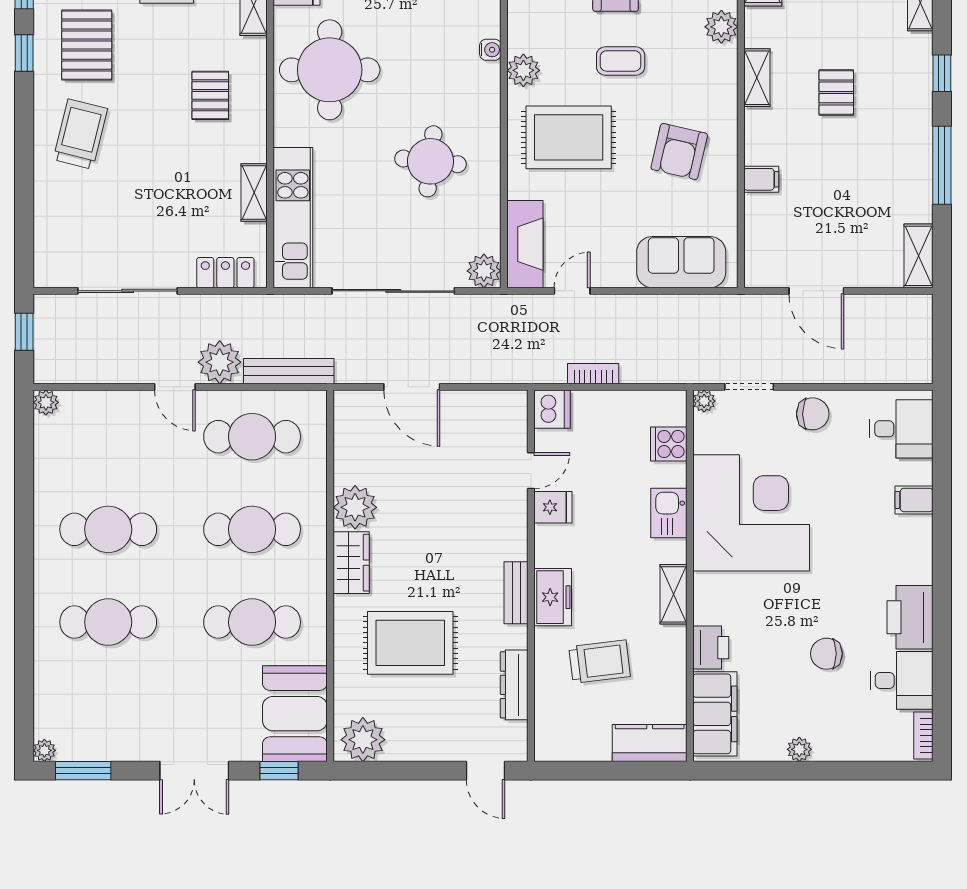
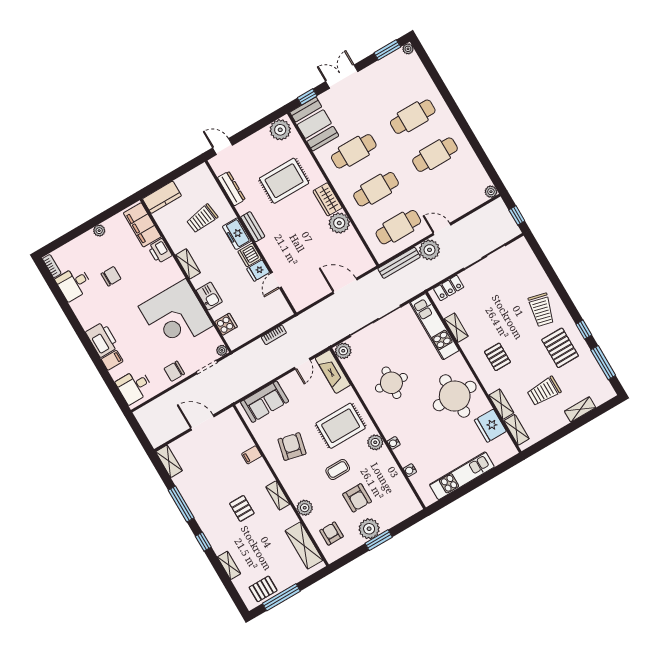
dishwasher: (552, 409) -> (250, 255), moved
printer: (910, 617) -> (102, 339), moved

